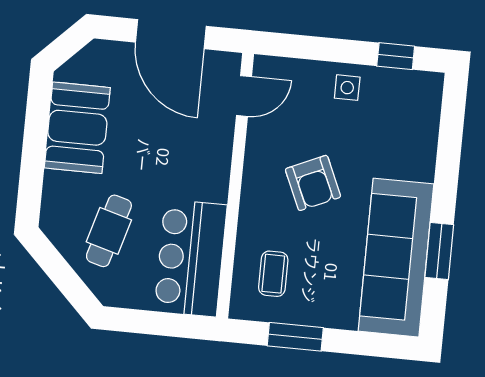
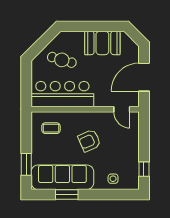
side table: (347, 88) -> (113, 179), moved
bar counter: (191, 258) -> (62, 94), width x1.36
window: (295, 337) -> (26, 164), moved

